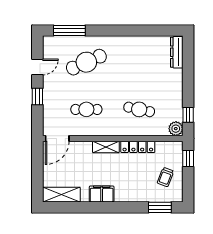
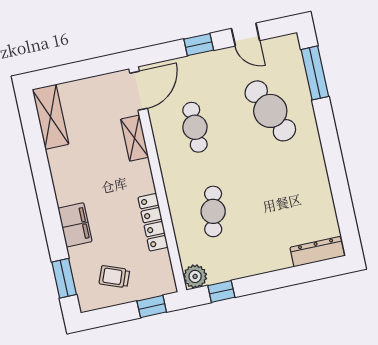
door: (57, 138) -> (139, 91), swing flipped
shelving: (106, 147) -> (135, 138), moved
filing cabinet: (102, 194) -> (75, 225), moved

